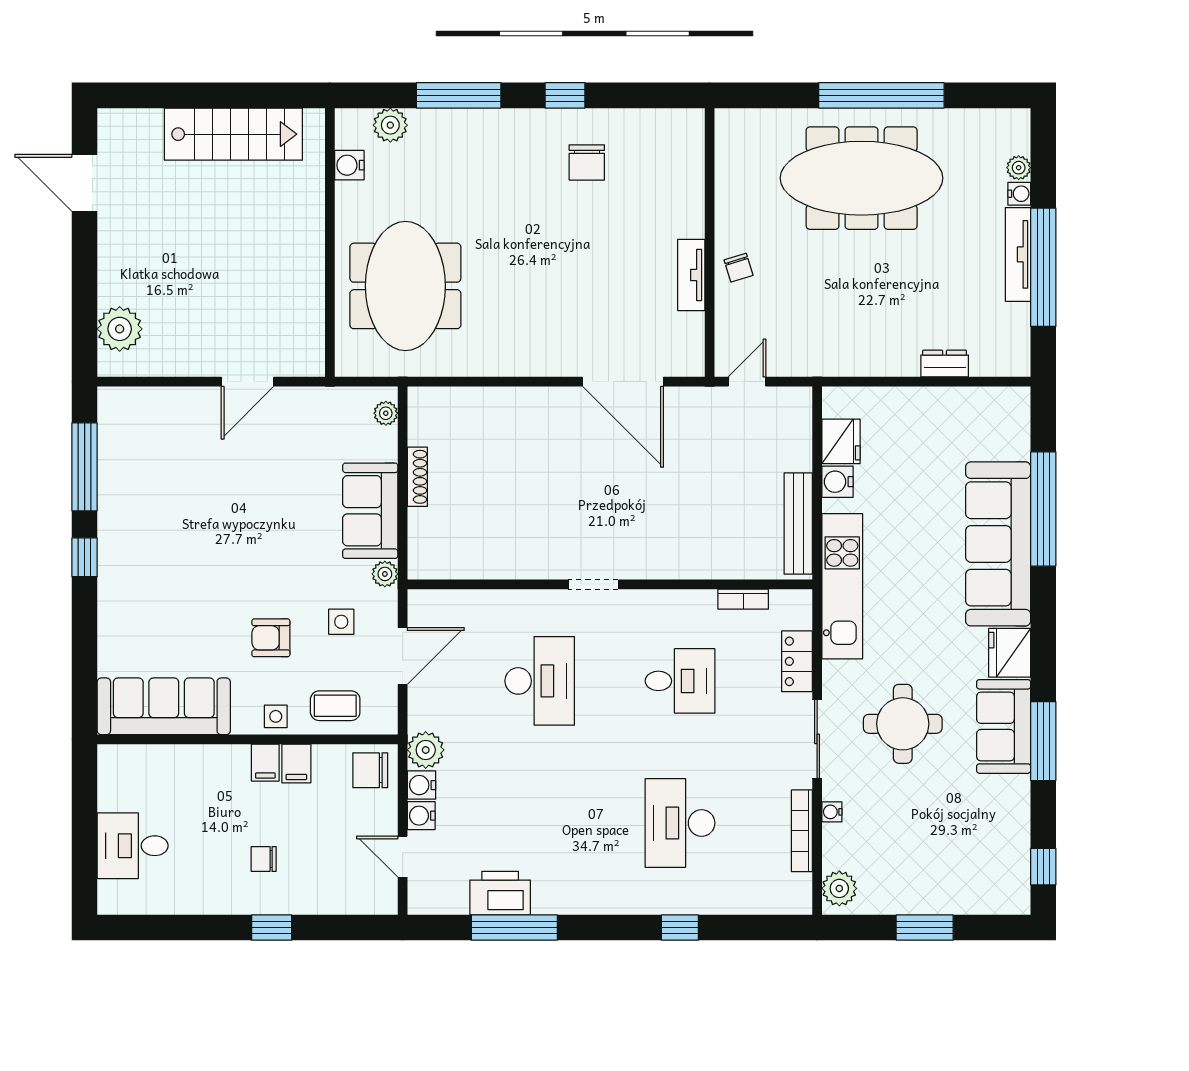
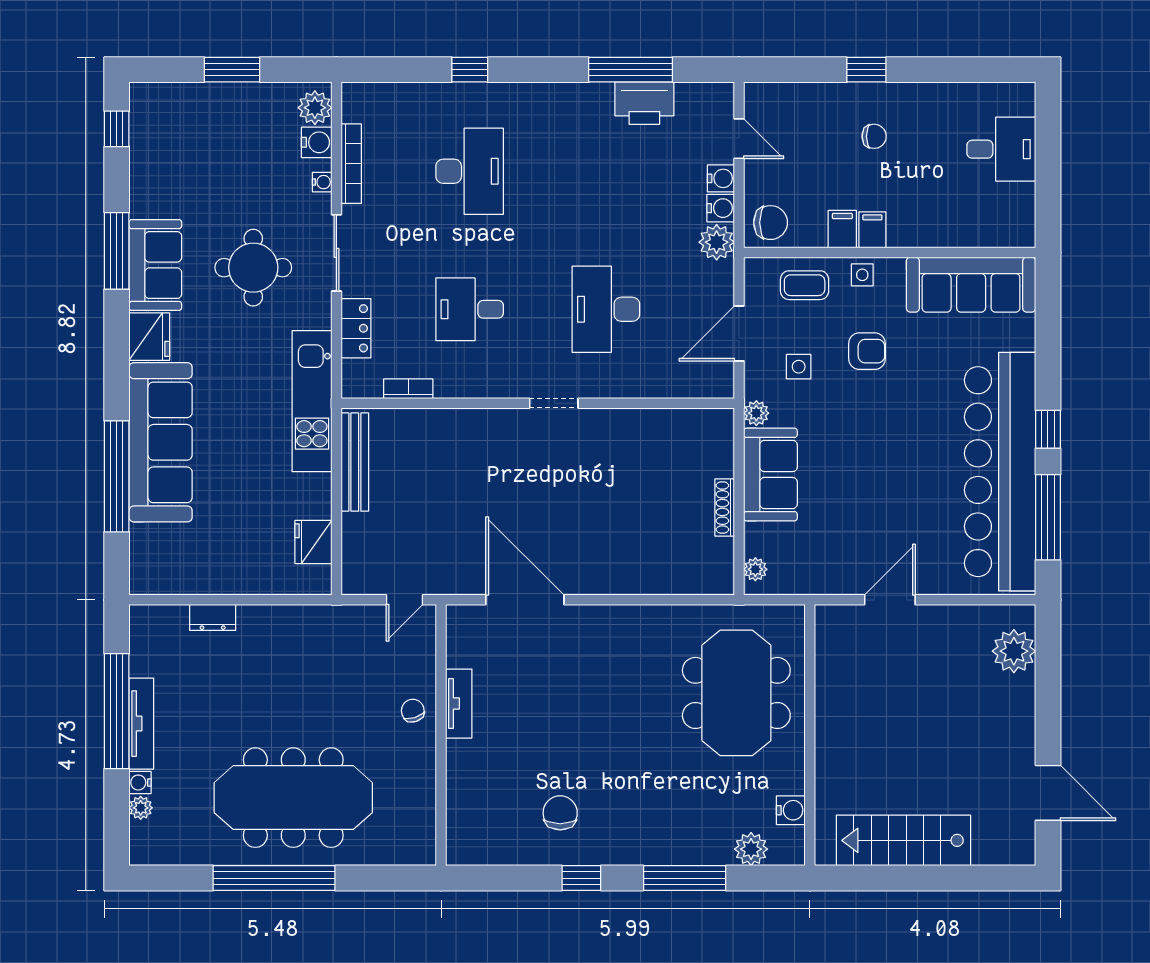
water cooler: (837, 482) -> (317, 142), moved
bar counter: (134, 514) -> (1000, 472), added

